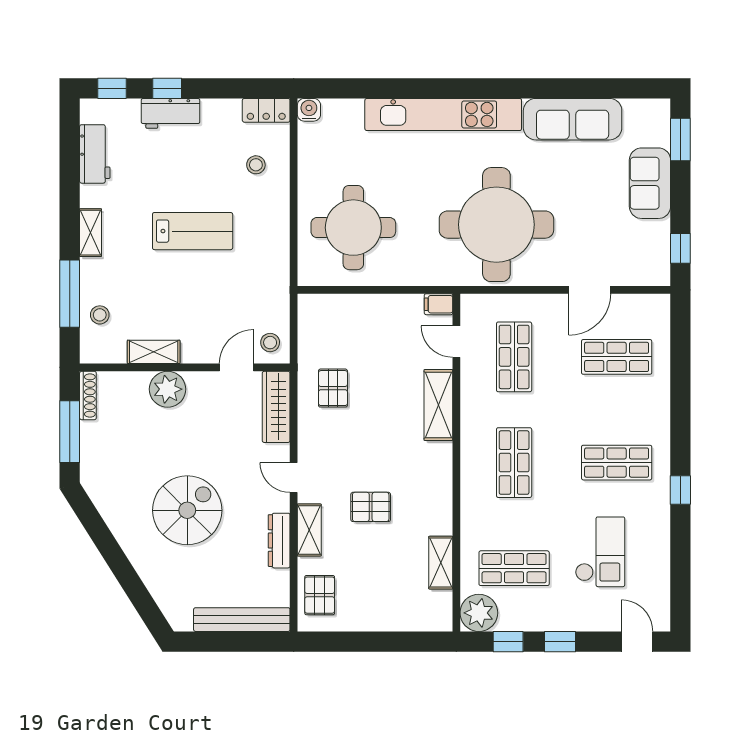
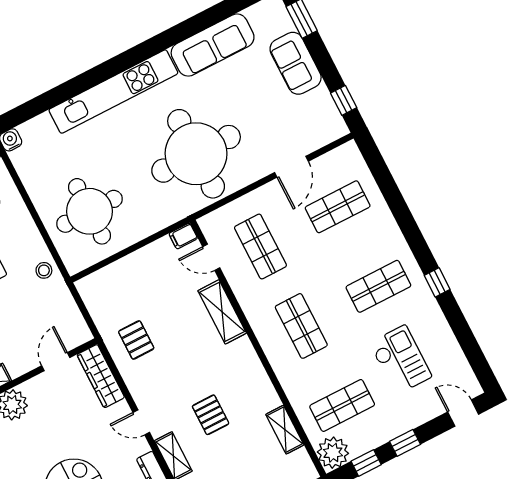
stool: (270, 343) -> (44, 270), moved
pallet: (371, 507) -> (211, 415), turned 90

